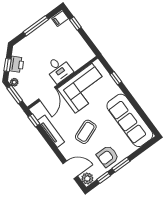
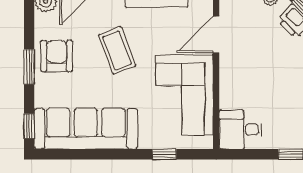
desk: (59, 69) -> (240, 130), moved
door: (47, 94) -> (216, 34), hinge flipped
window: (104, 178) -> (29, 126), moved

